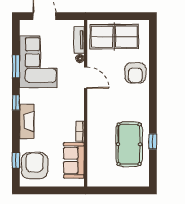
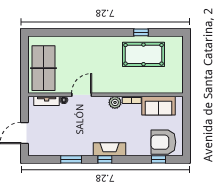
corner sofa: (38, 62) -> (67, 139), removed
armchair: (135, 73) -> (77, 49), removed
plant: (77, 114) -> (115, 102), added
fireplace: (27, 122) -> (109, 149), moved

